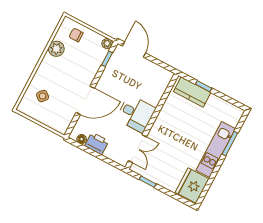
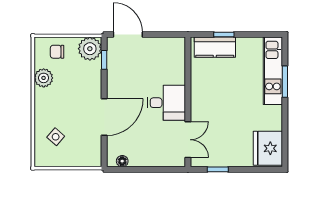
plant: (107, 43) -> (90, 49), width x1.88, depth x1.88
printer: (97, 143) -> (141, 157), removed
kitchen unit: (216, 149) -> (273, 71), moved

